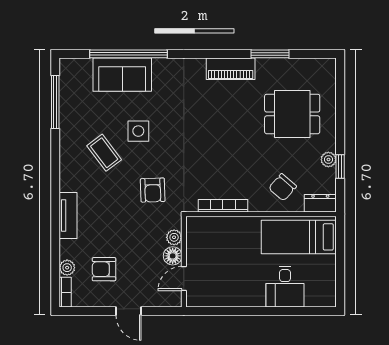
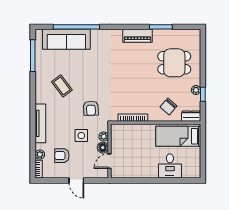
sofa: (122, 75) -> (66, 39), width x1.36
side table: (138, 131) -> (81, 136), moved
tv unit: (68, 216) -> (40, 123), width x1.41

